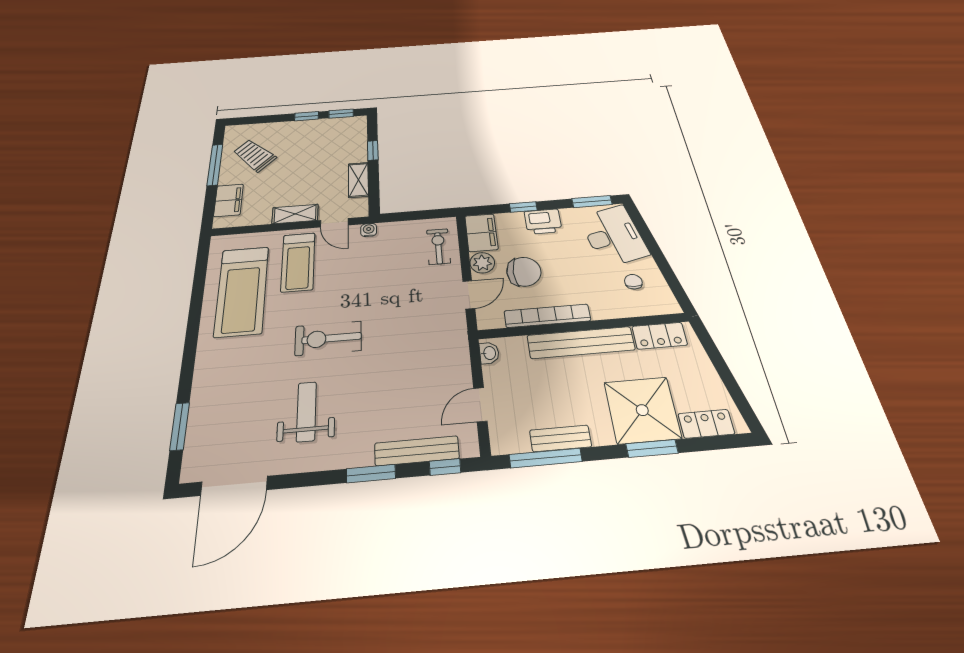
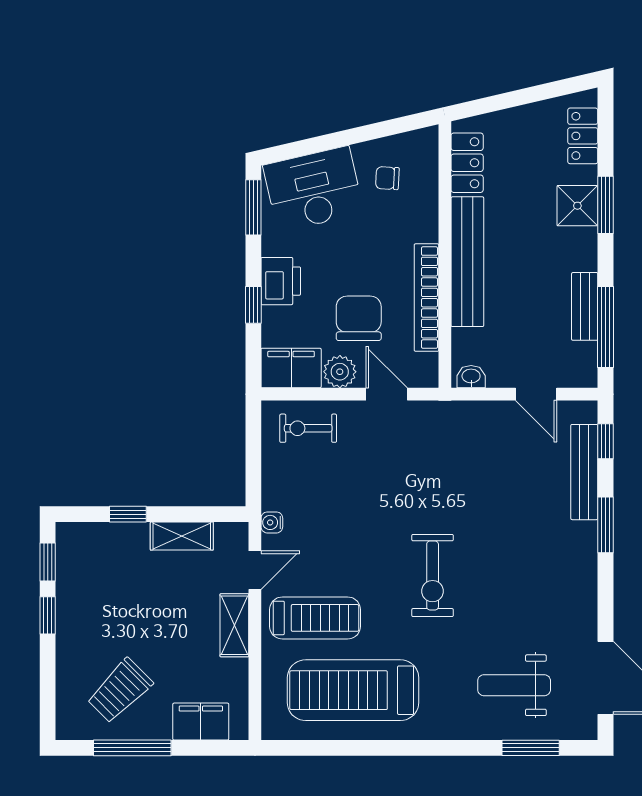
treadmill: (242, 291) -> (353, 690), turned 180
shower: (642, 410) -> (577, 206), width x0.54, depth x0.54
weight bench: (306, 411) -> (514, 685), moved

